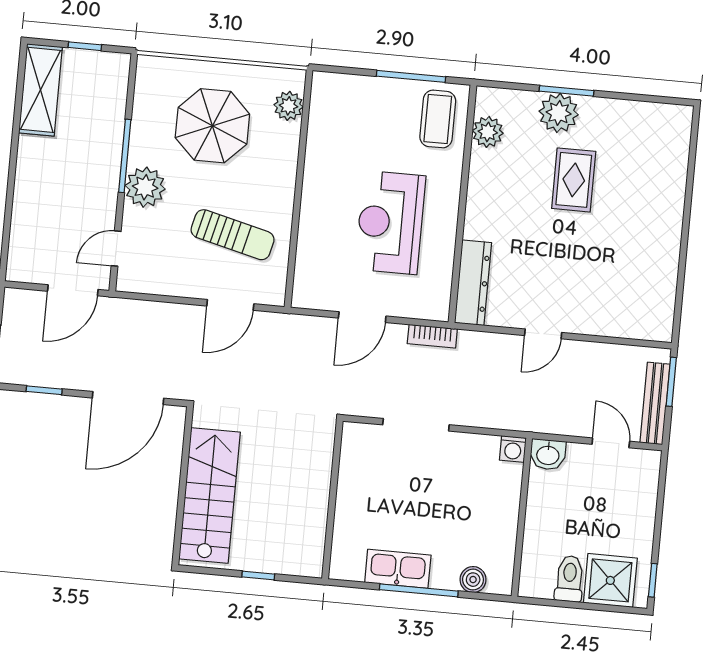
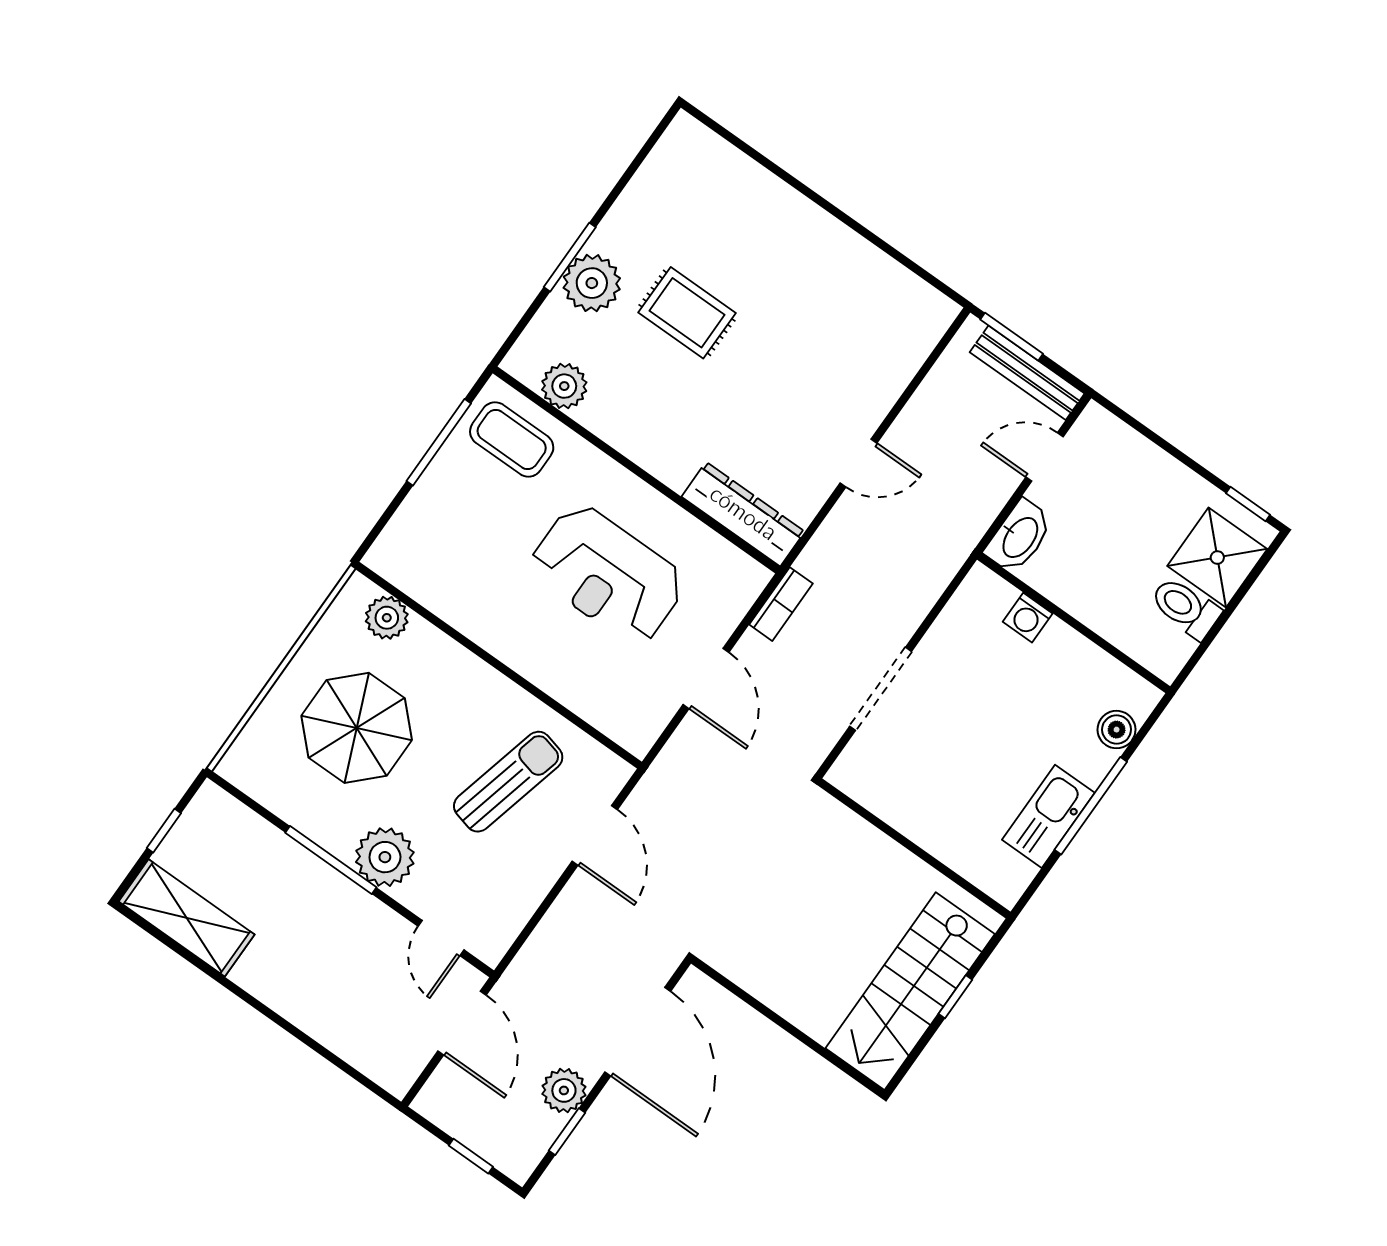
door: (543, 334) -> (859, 463), hinge flipped
plant: (68, 374) -> (564, 1090), added
washing machine: (513, 449) -> (1028, 618), moved, turned 90
washbasin: (548, 455) -> (1019, 537), width x1.38
stairs: (209, 495) -> (910, 991), moved, turned -90

